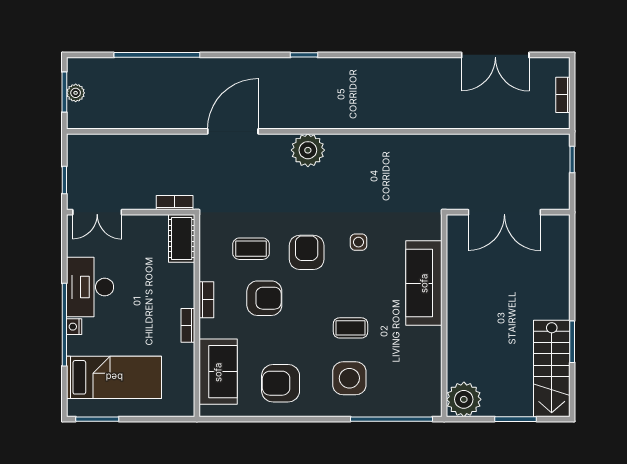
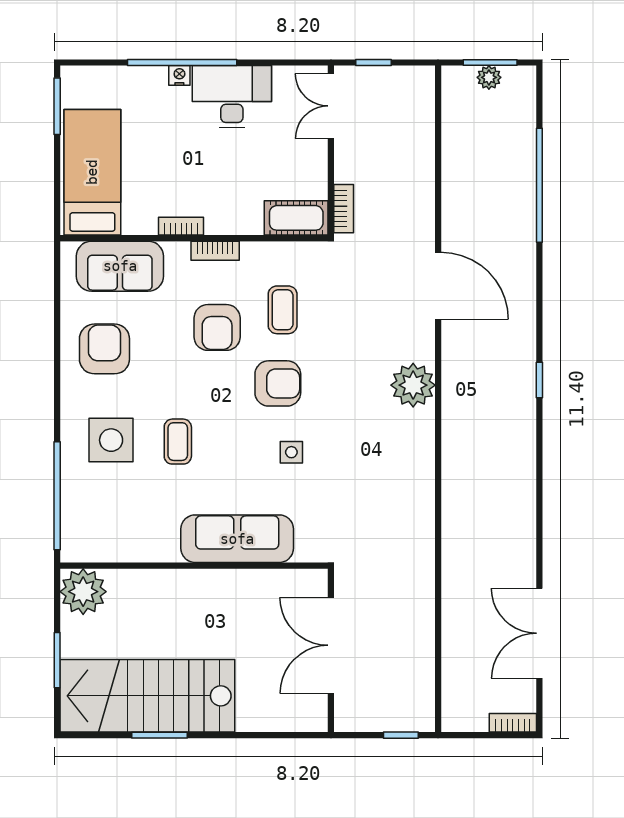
bookcase: (563, 95) -> (513, 723), moved
stairs: (552, 368) -> (147, 696), width x1.36, depth x1.51
bed: (114, 377) -> (92, 172), moved, turned 180

